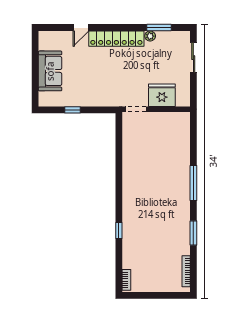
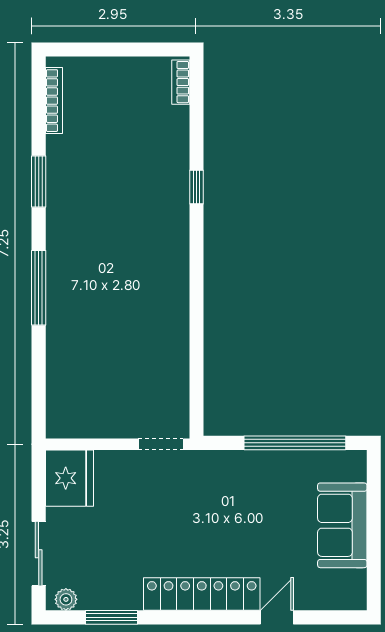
plant: (150, 36) -> (66, 599), moved
fridge: (162, 95) -> (69, 478), moved, turned -90
window: (72, 110) -> (295, 443), width x3.17

